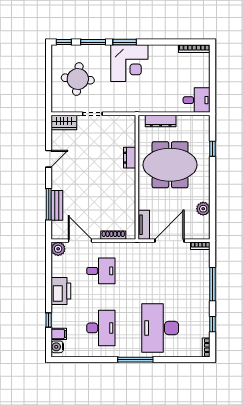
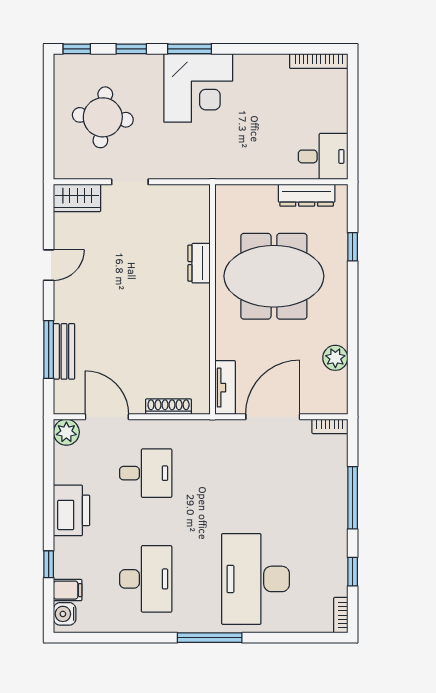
window: (93, 42) -> (131, 49), width x0.67
dresser: (161, 121) -> (307, 195), moved

